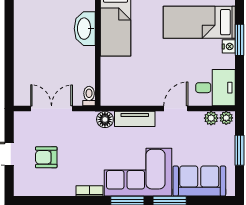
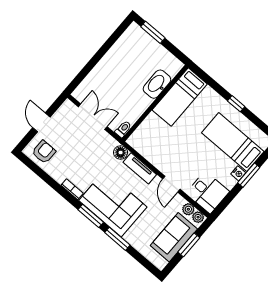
door: (176, 109) -> (171, 184), swing flipped
armchair: (46, 157) -> (44, 152), moved, turned 90
sofa: (199, 181) -> (174, 237), moved, turned -90

